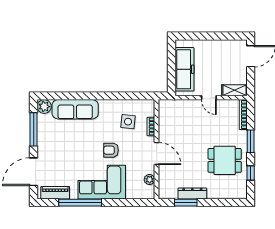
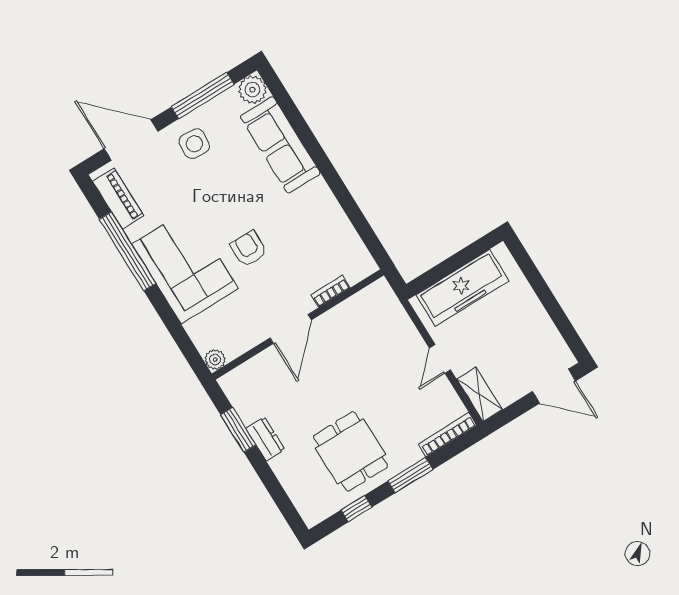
side table: (128, 122) -> (194, 144), moved
plant: (150, 179) -> (215, 360), moved
dresser: (192, 193) -> (265, 439), width x0.70

